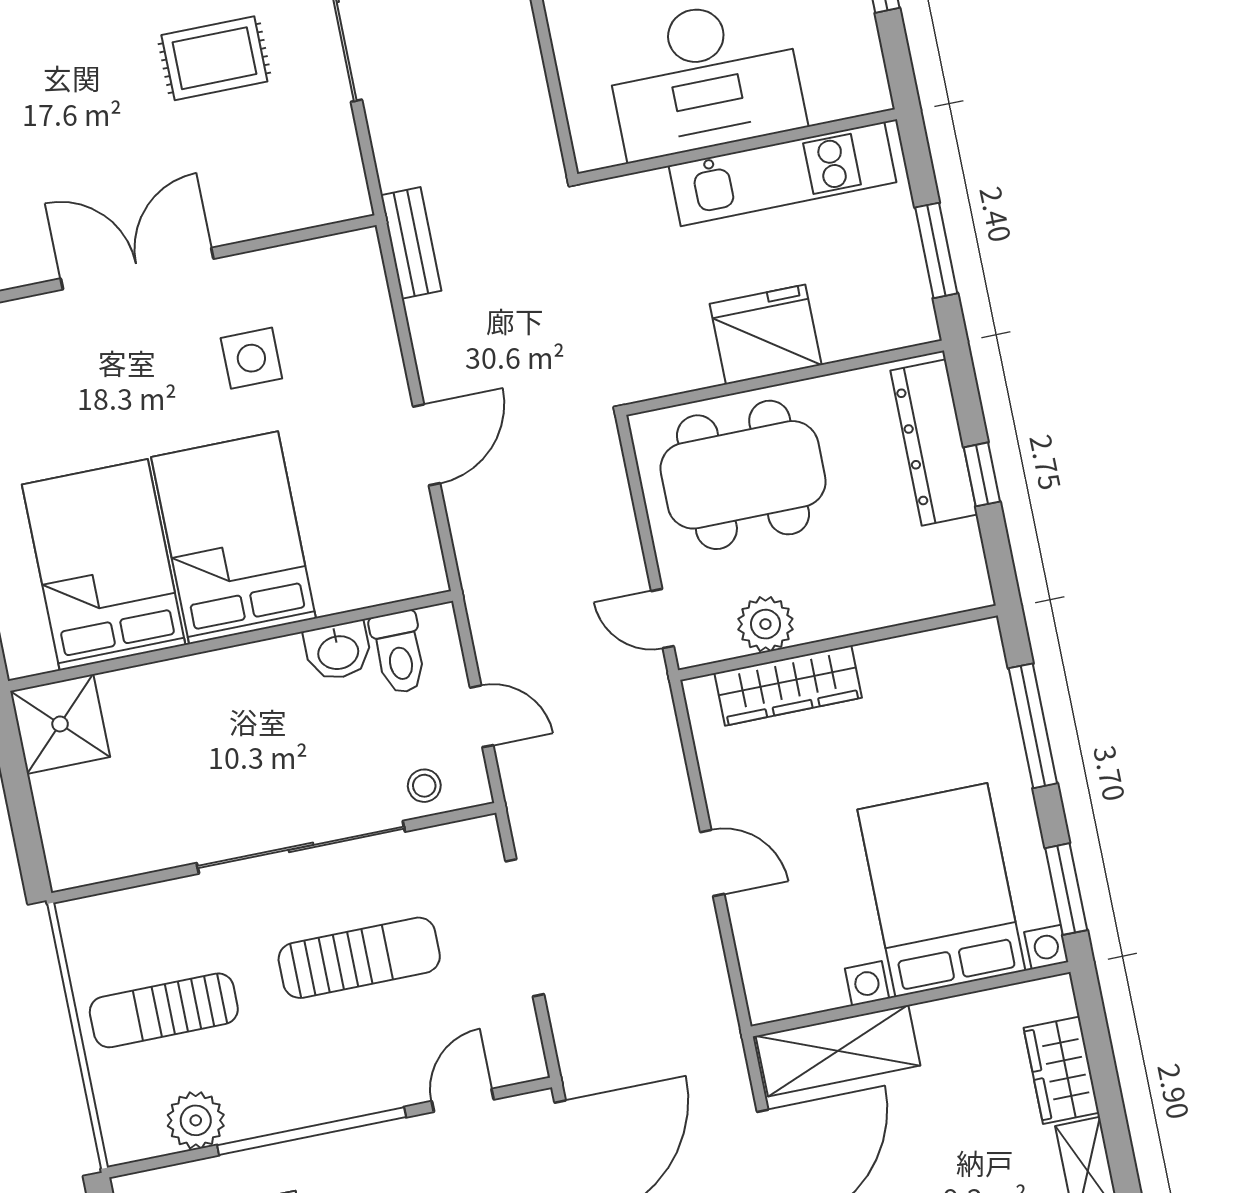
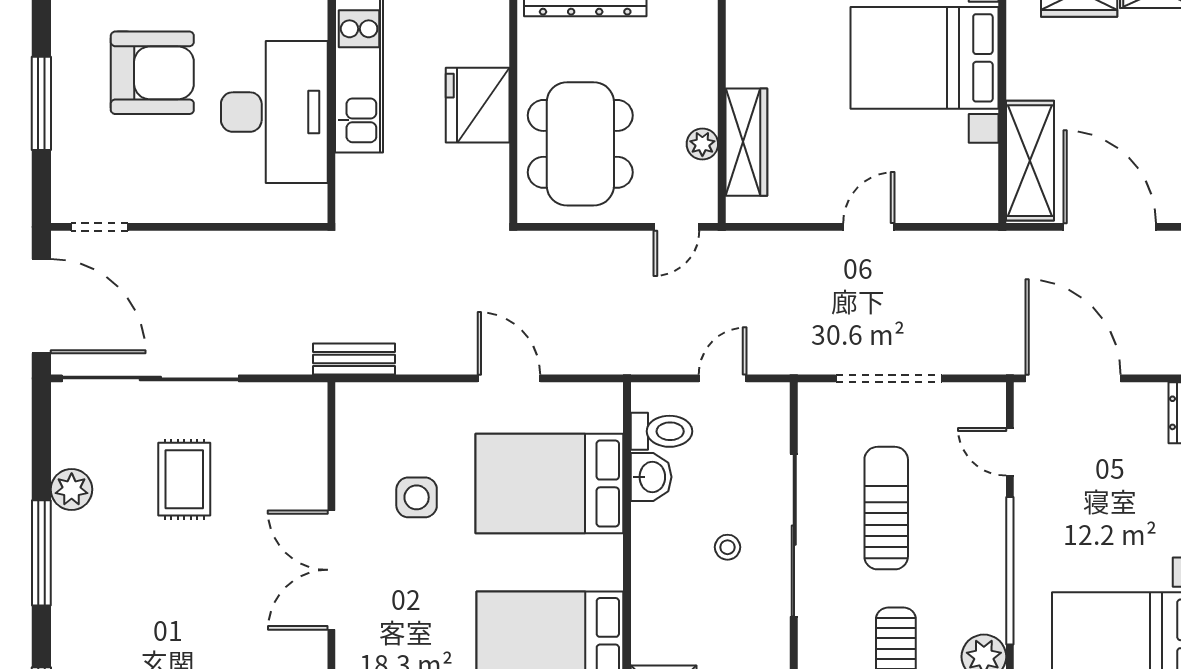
bed: (234, 538) -> (549, 483), moved
plant: (765, 624) -> (702, 144), width x0.73, depth x0.73
stool: (424, 786) -> (727, 547), moved

